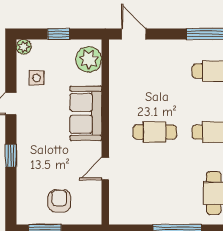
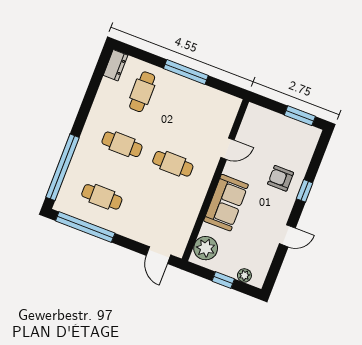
plant: (24, 47) -> (244, 275), moved
side table: (37, 78) -> (257, 249), removed
armchair: (59, 201) -> (281, 178), moved, turned 90

